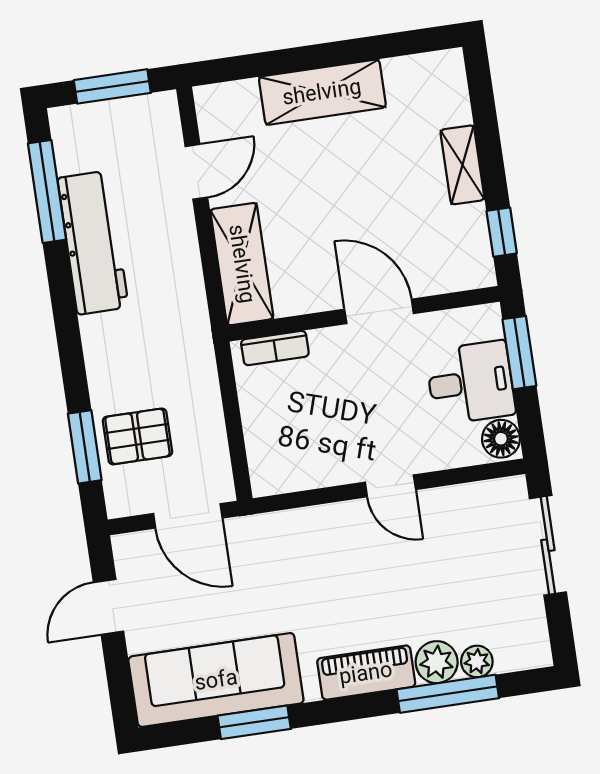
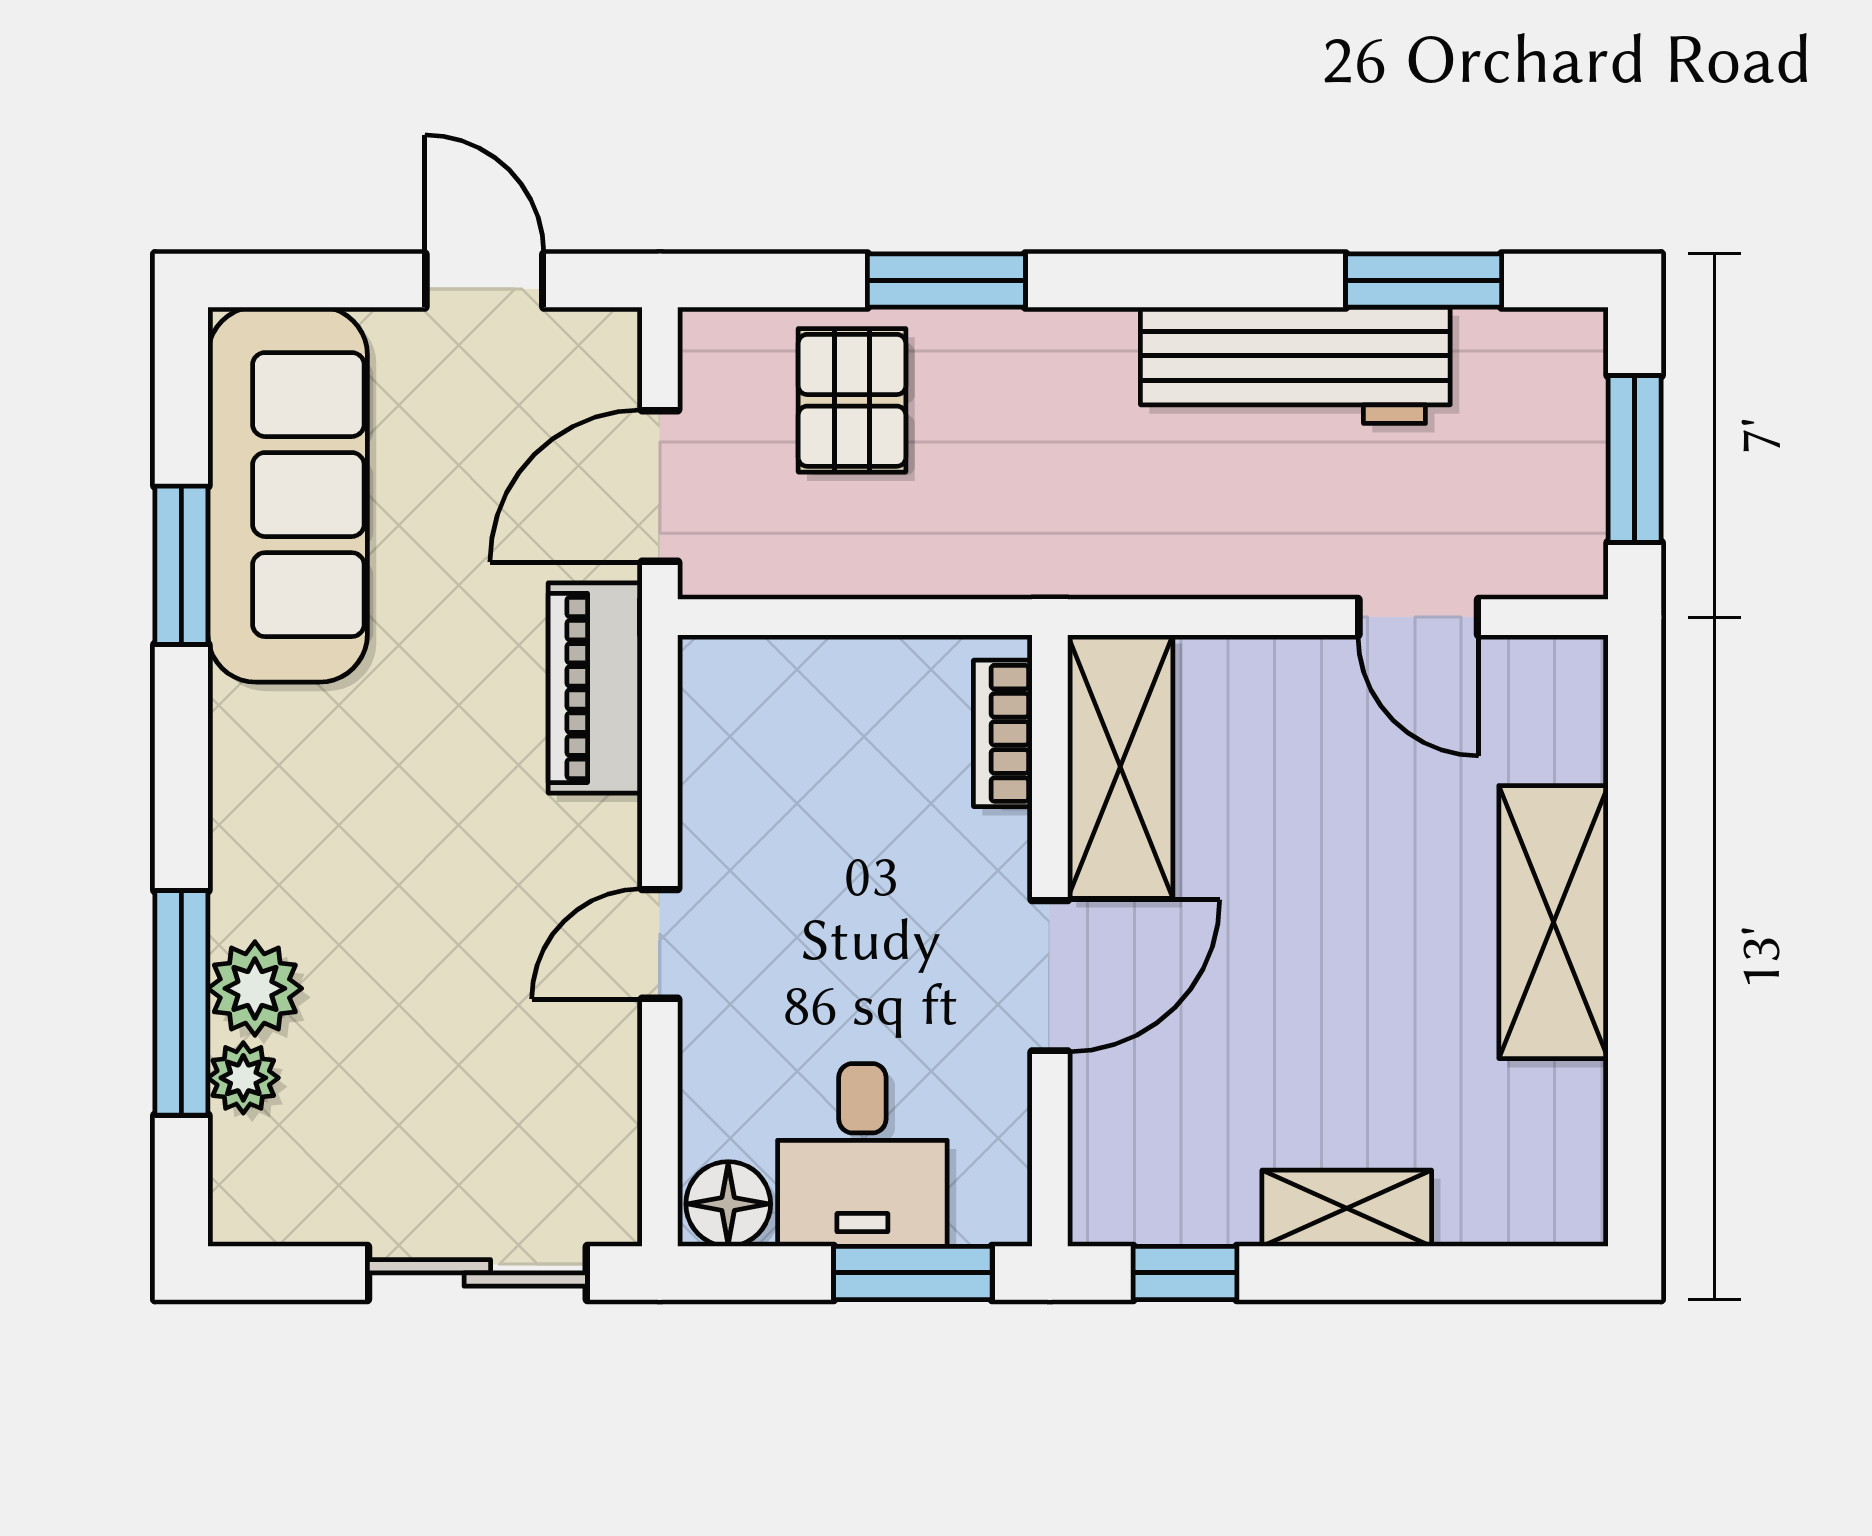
window: (47, 191) -> (1424, 280), width x0.69
shelving: (242, 264) -> (1120, 767), moved, turned 90
window: (85, 447) -> (946, 280), moved
piano: (366, 673) -> (595, 688), moved, turned 180

